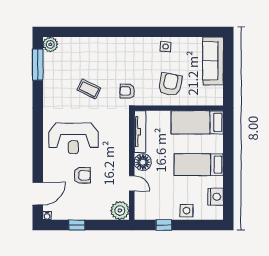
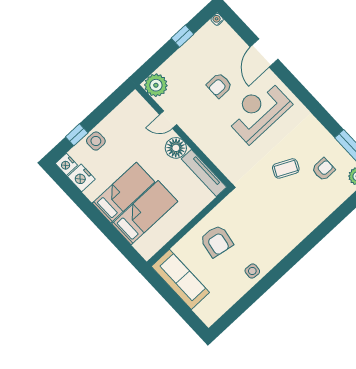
sofa: (213, 61) -> (180, 279), moved
armchair: (127, 91) -> (323, 169), moved
bed: (197, 122) -> (145, 213), moved
door: (38, 194) -> (264, 53), moved
nightstand: (217, 213) -> (66, 164), added
window: (164, 225) -> (77, 135), moved

